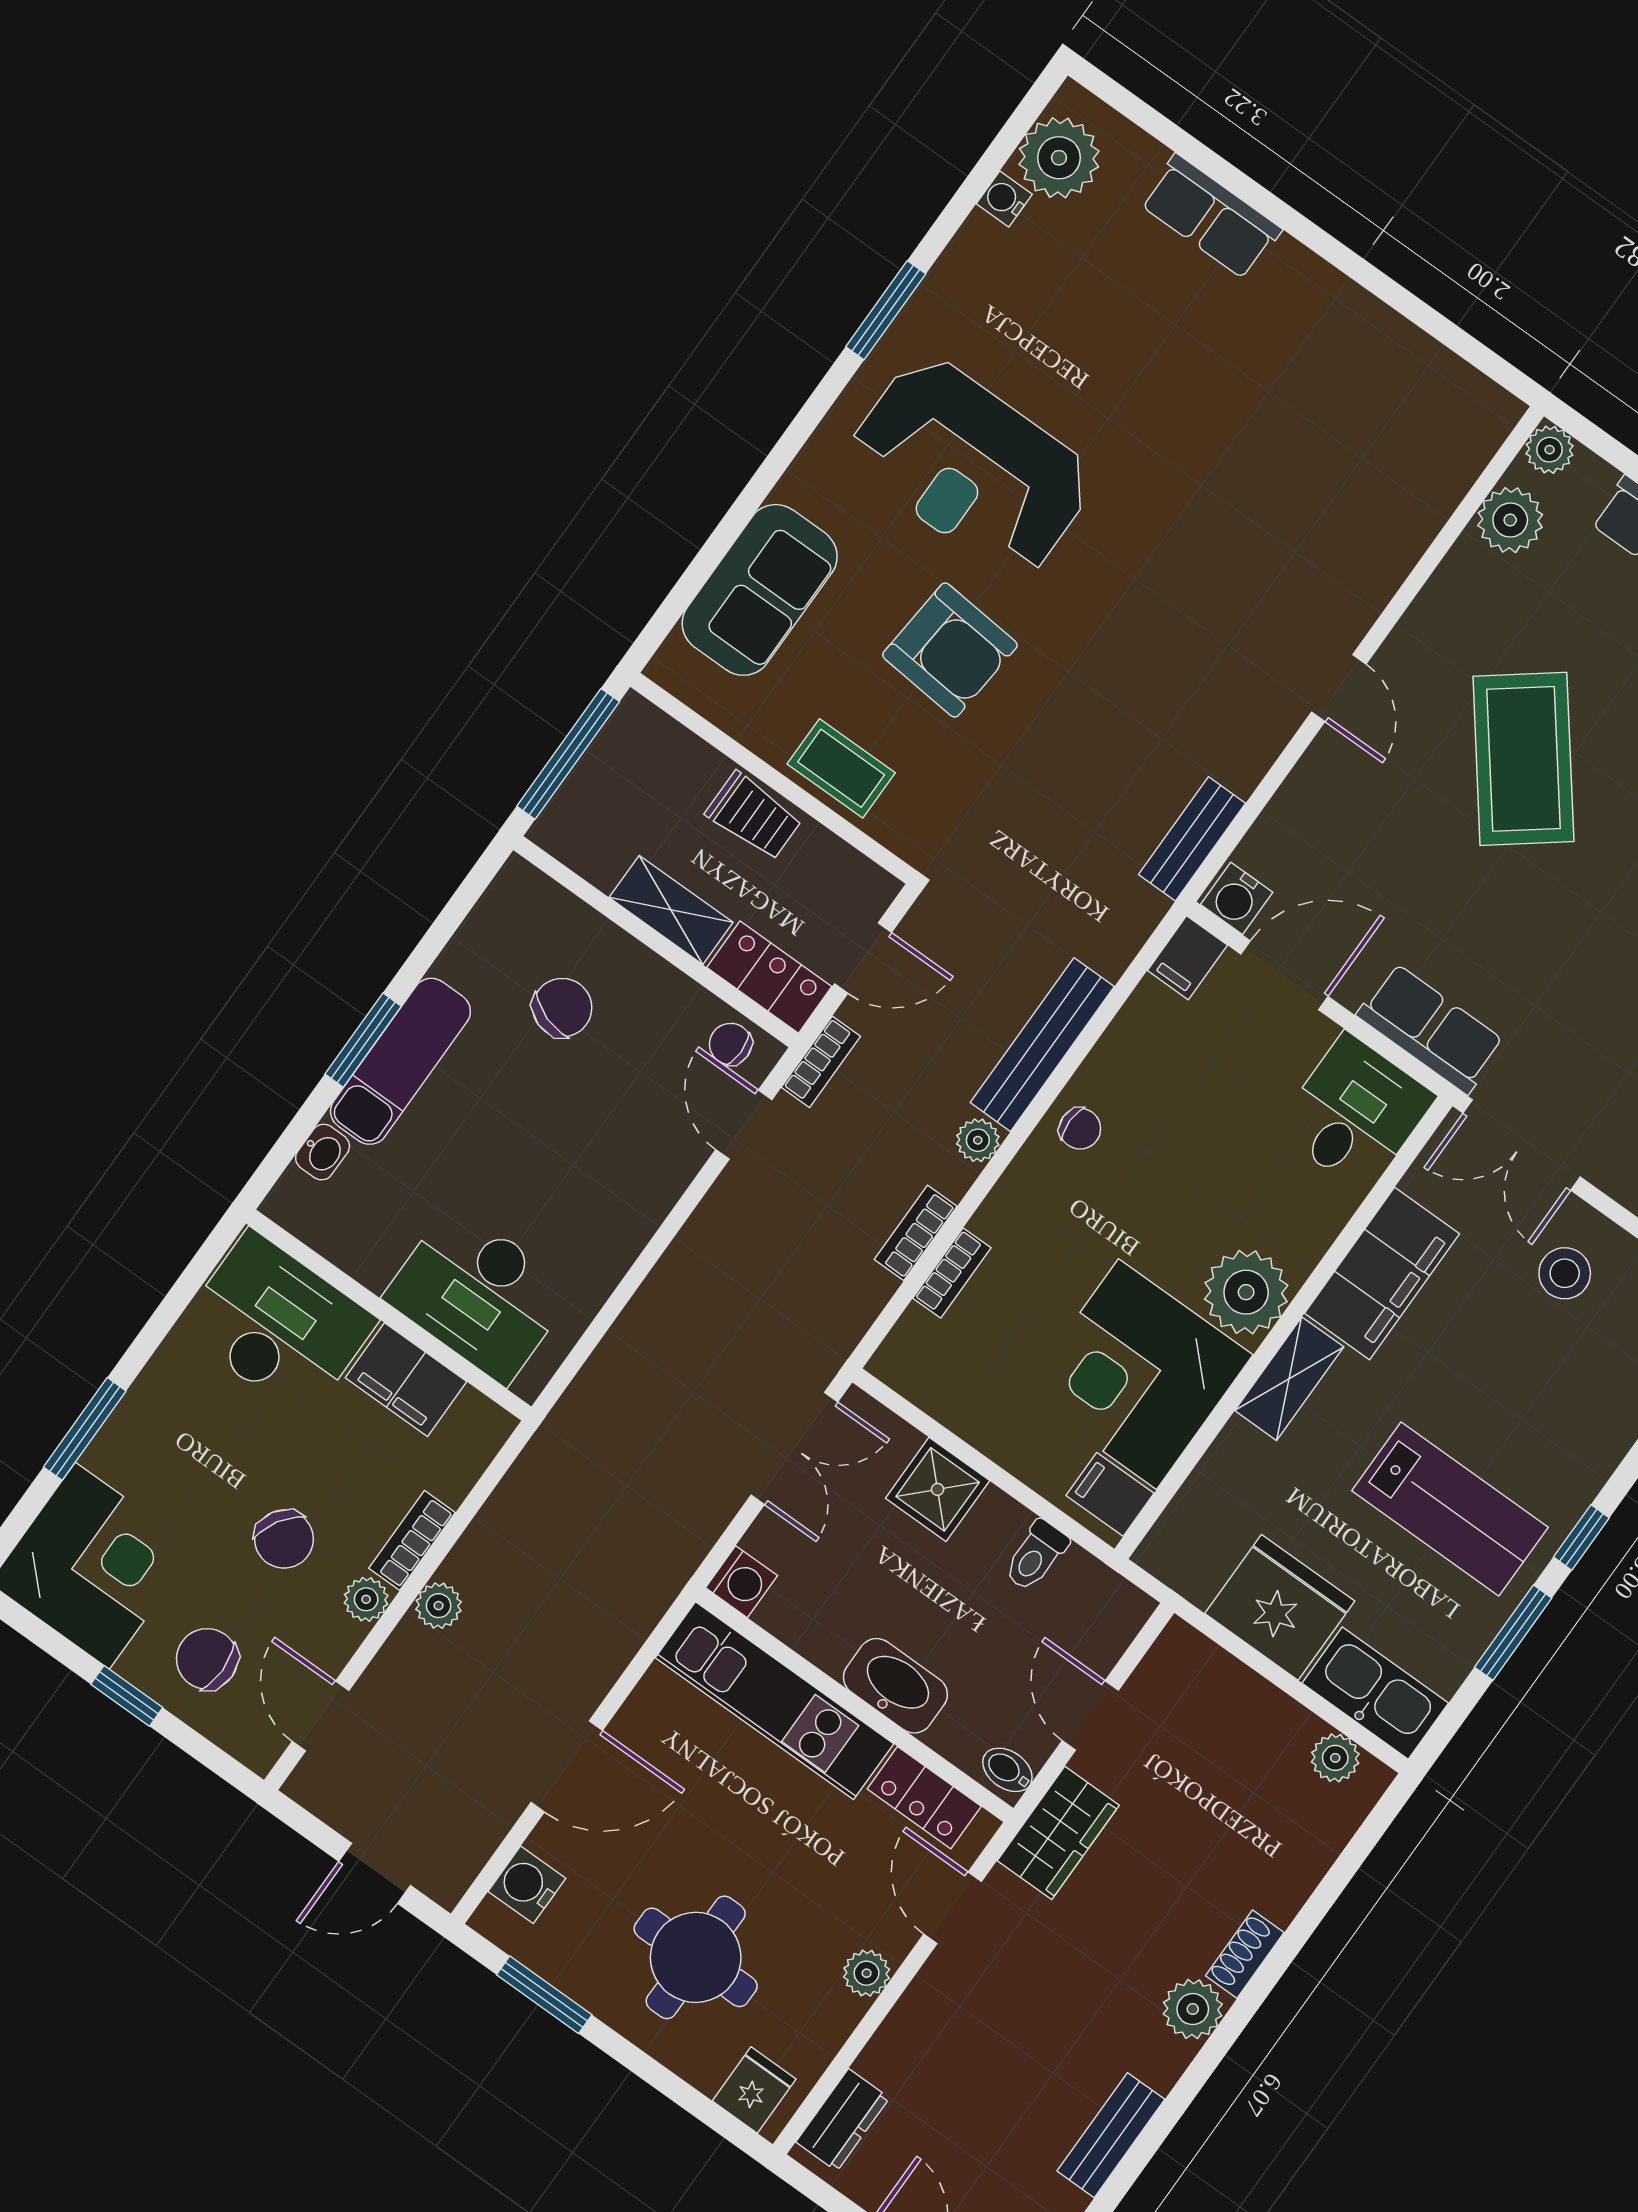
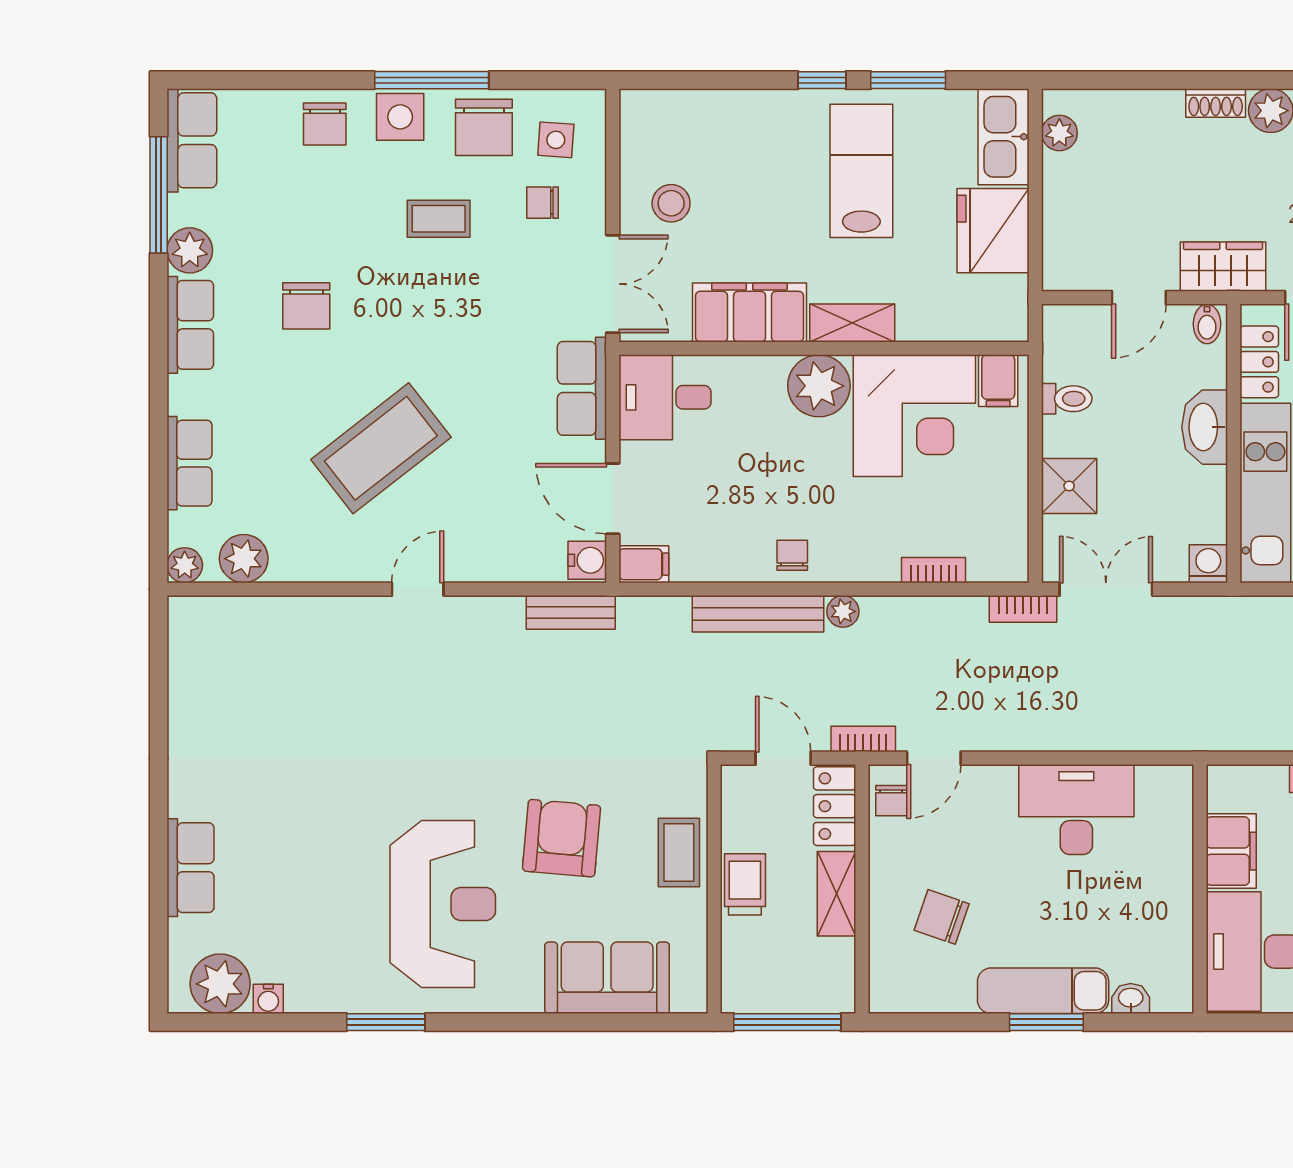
bookcase: (916, 1233) -> (1023, 609), moved
desk: (479, 1294) -> (1076, 810), moved, turned -90

